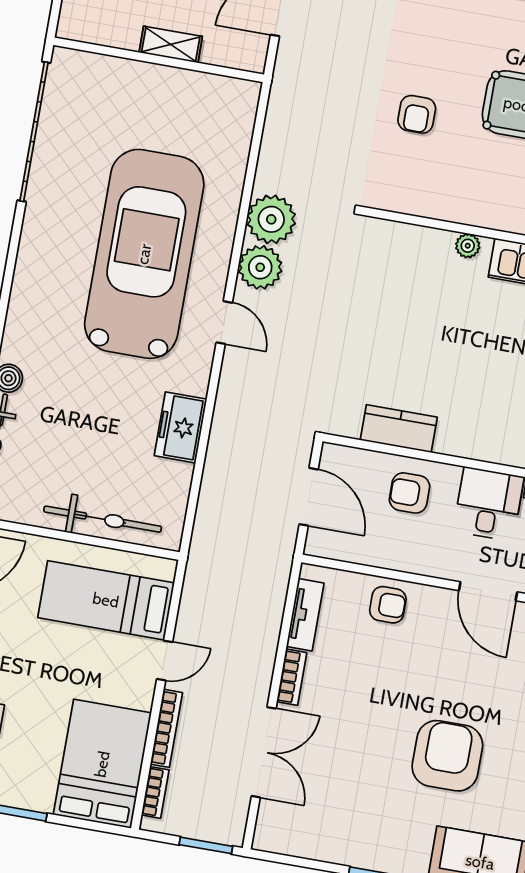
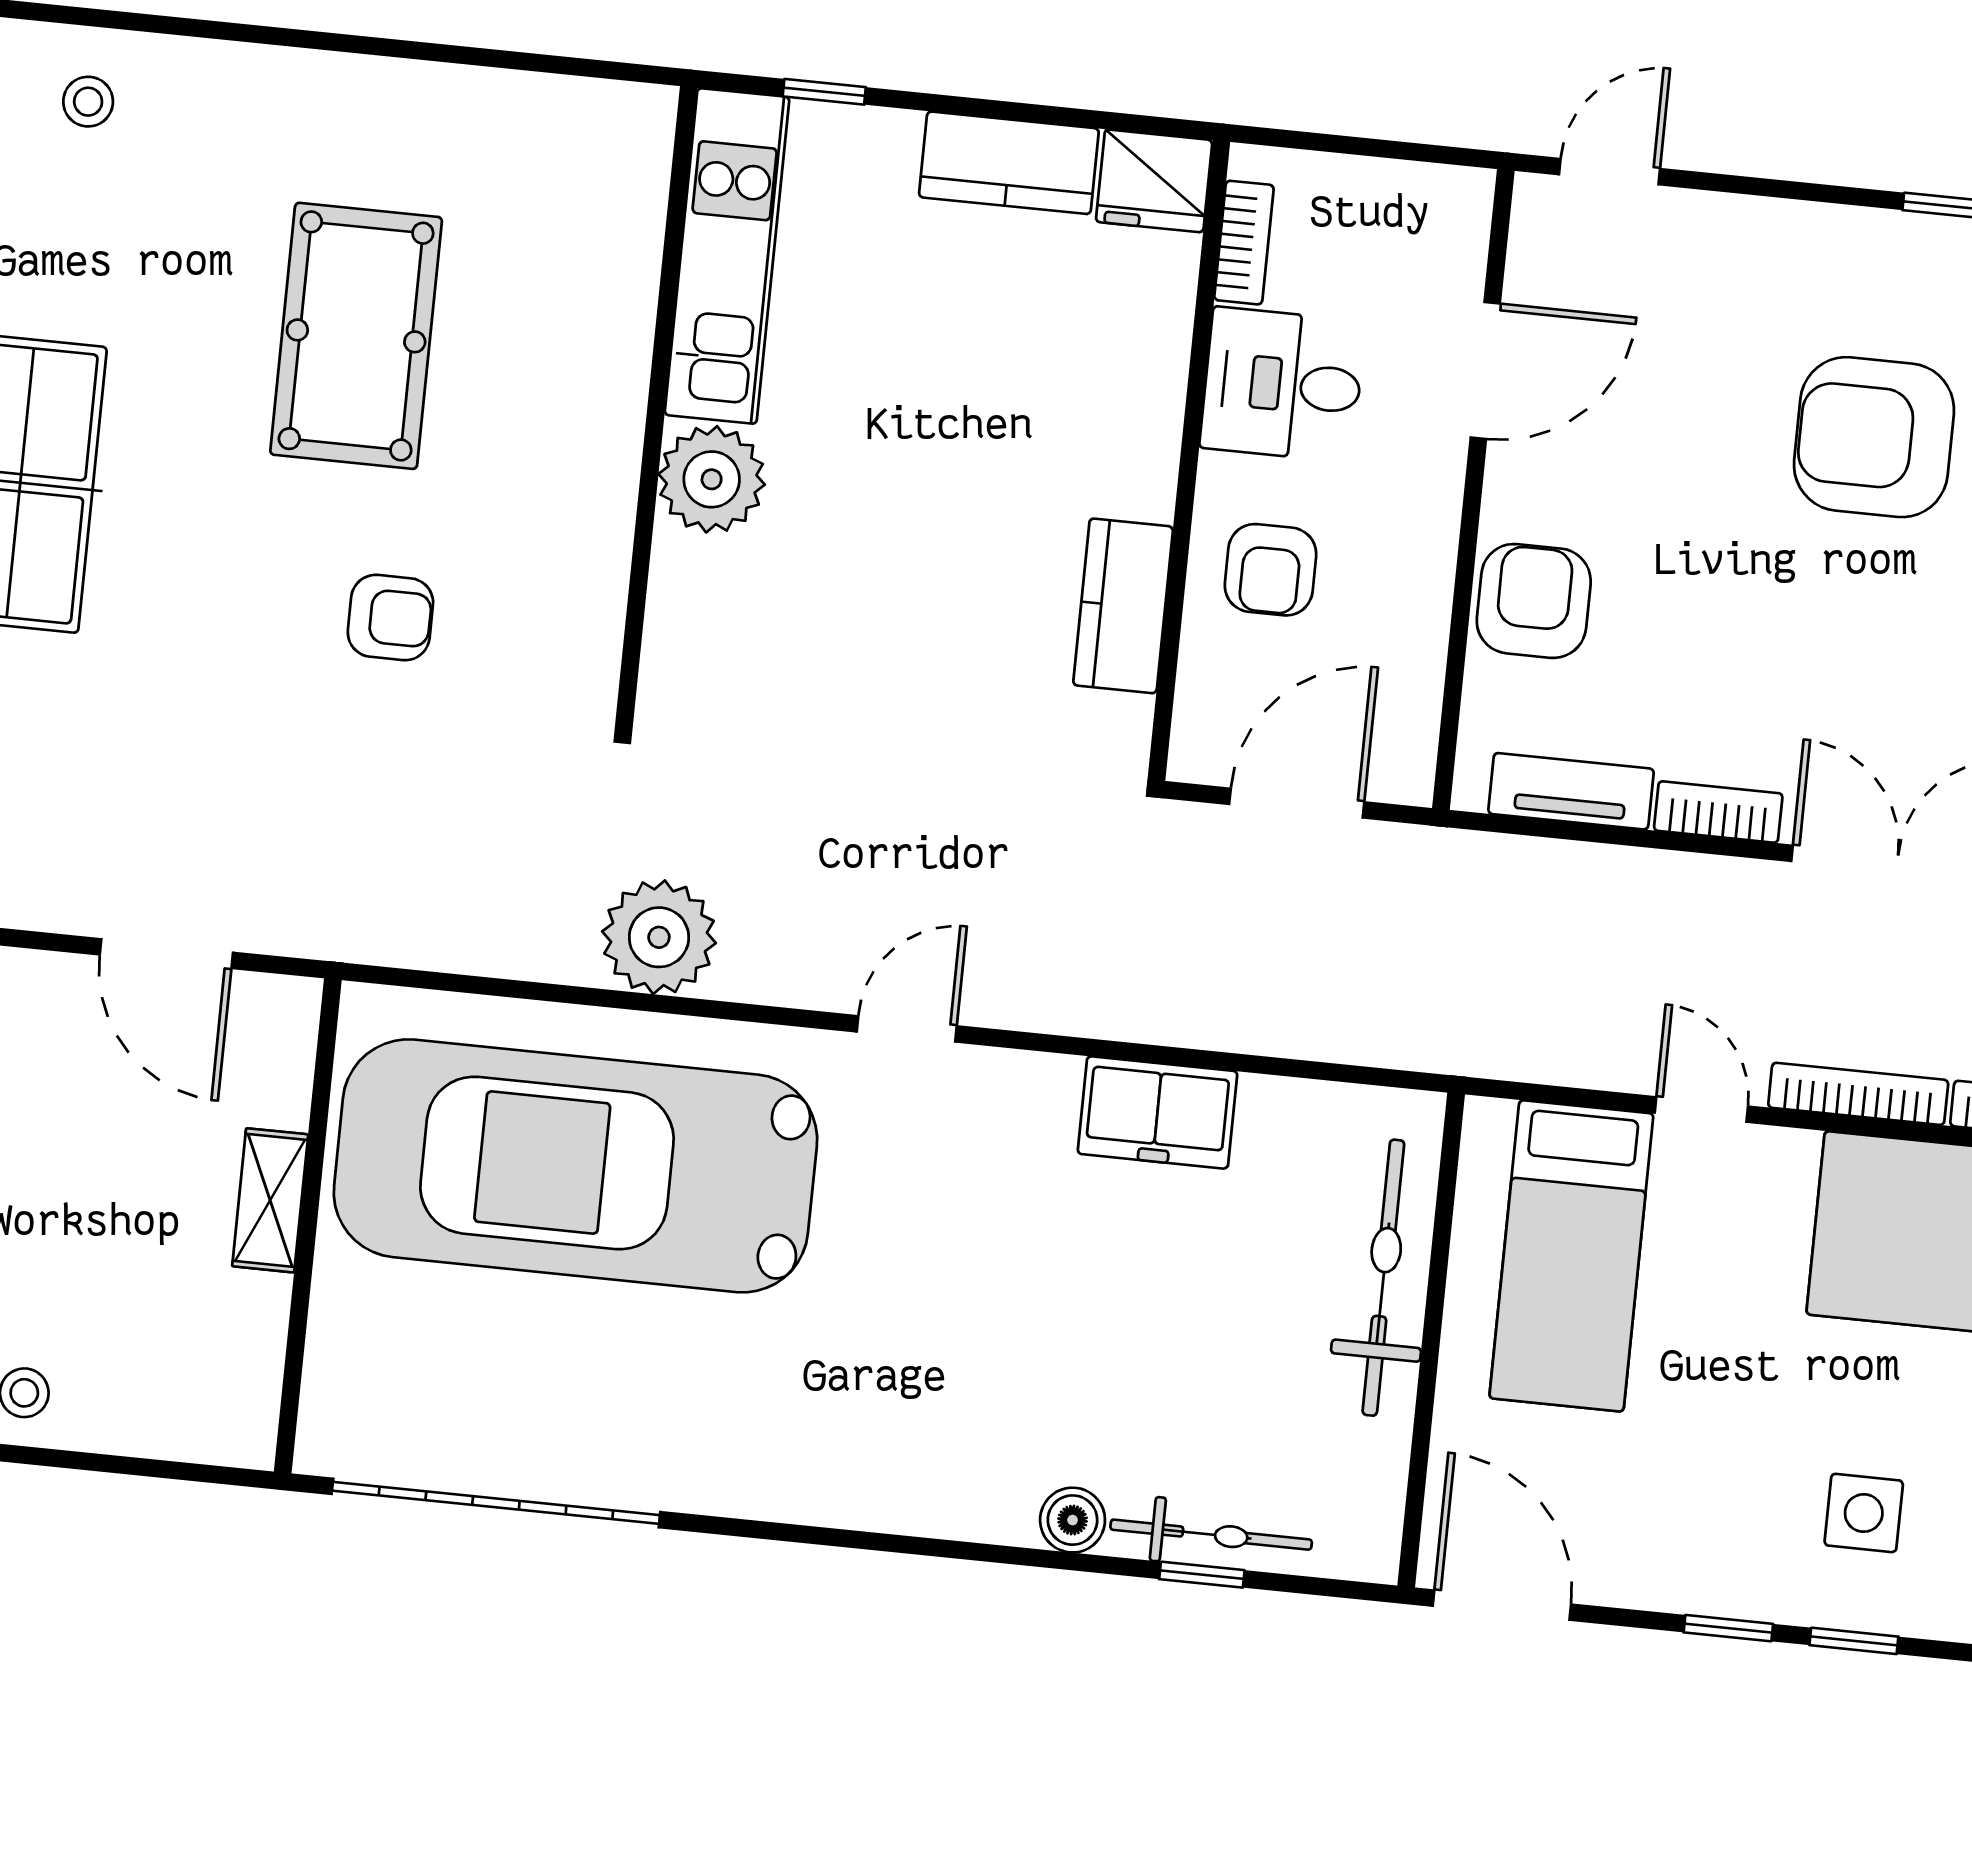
plant: (468, 246) -> (712, 479), width x1.88, depth x1.88
car: (144, 254) -> (575, 1166), moved
plant: (260, 267) -> (772, 955), removed
armchair: (388, 605) -> (1534, 601), width x1.38, depth x1.38

